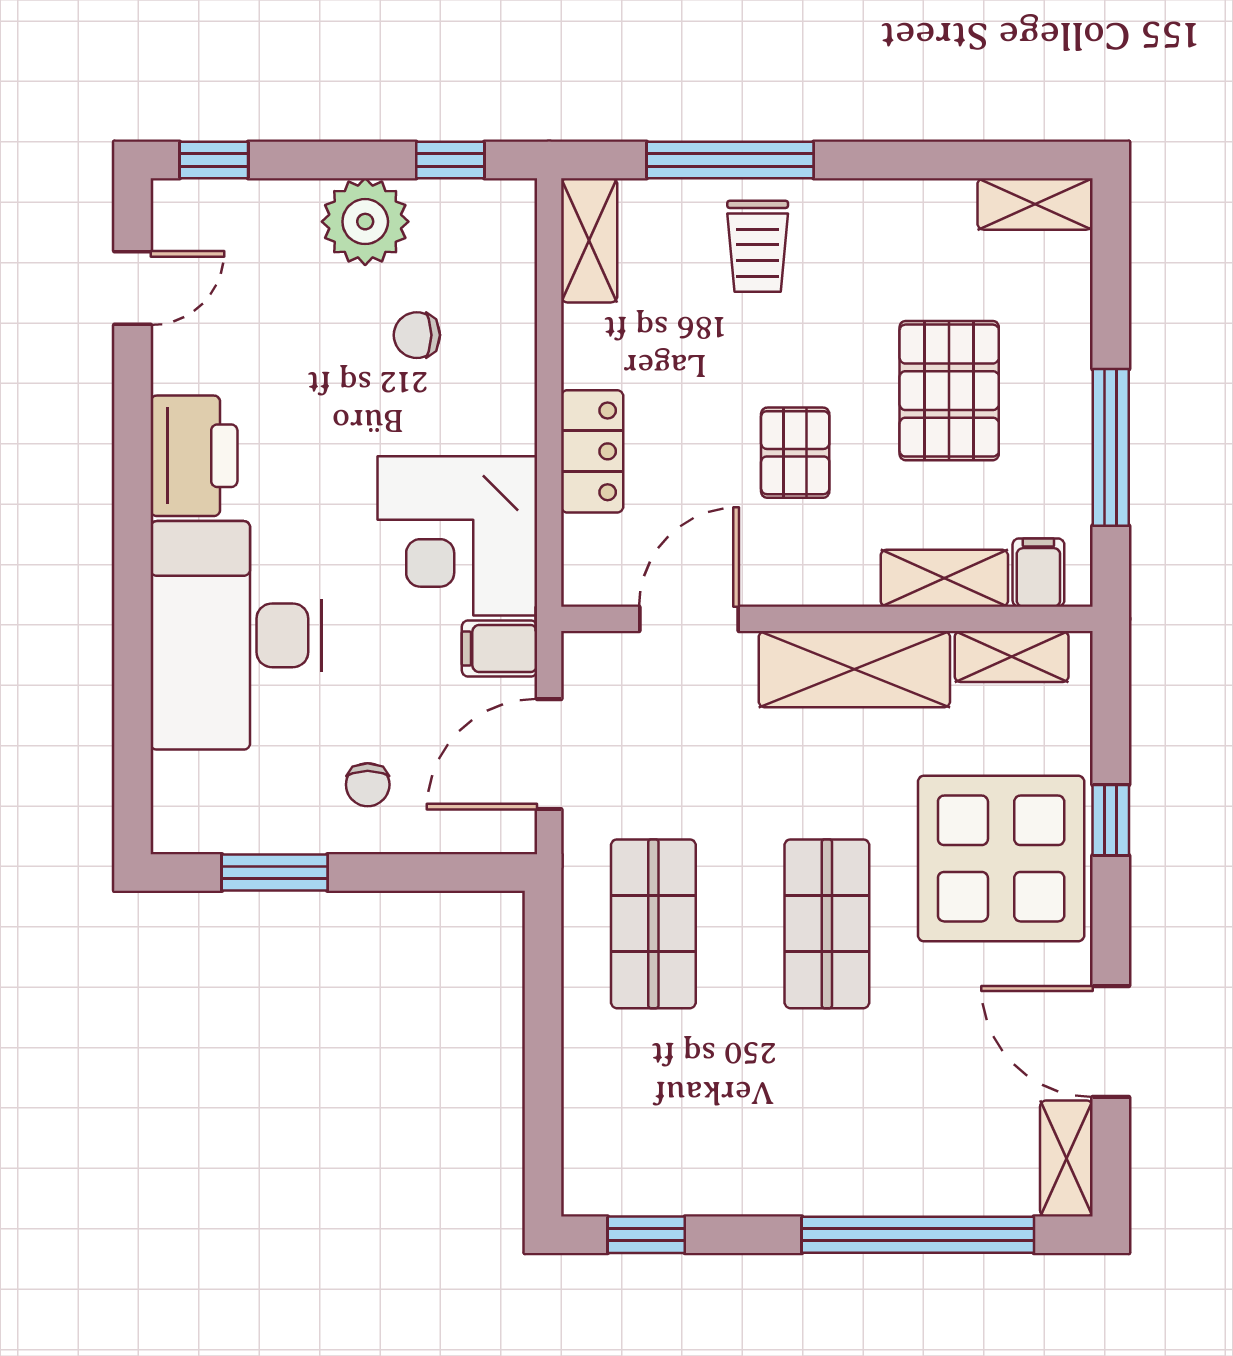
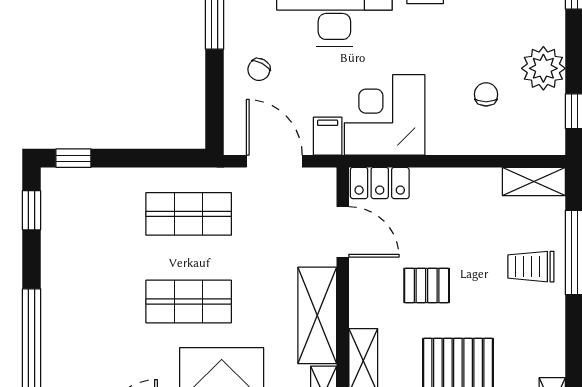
locker: (592, 451) -> (380, 183), moved
chair: (368, 785) -> (259, 70), turned -62
window: (543, 1152) -> (73, 158), added

